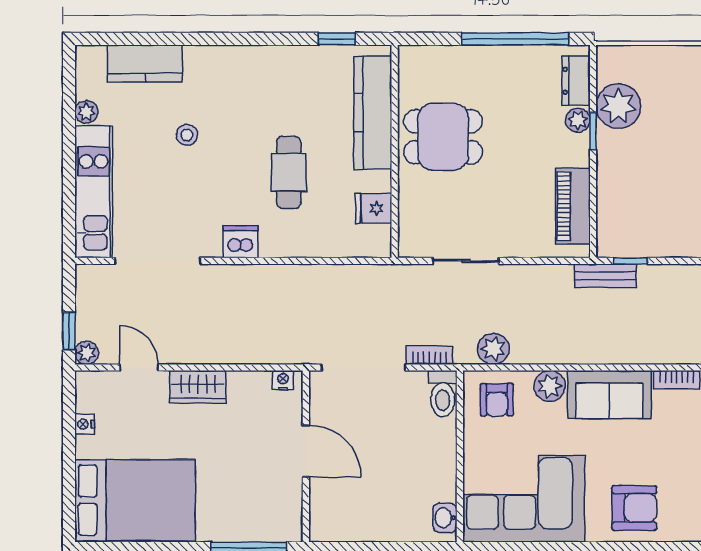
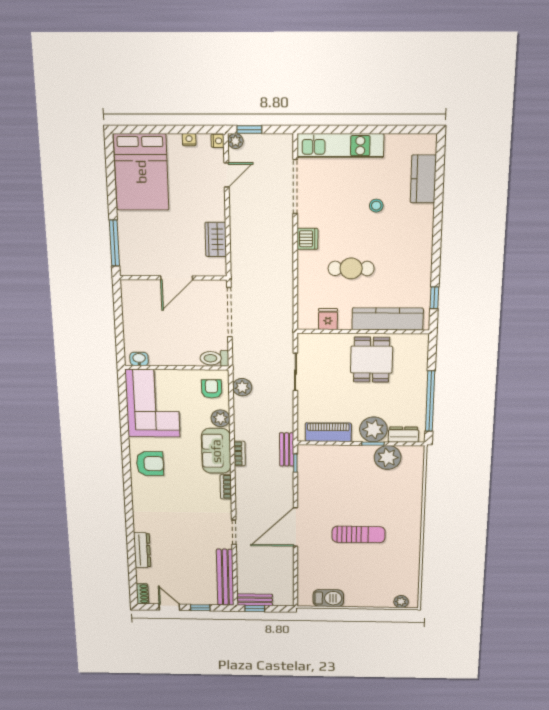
plant: (86, 112) -> (393, 141), removed
plant: (578, 120) -> (373, 429), width x1.88, depth x1.88
bookcase: (429, 355) -> (240, 453), moved
nightstand: (283, 380) -> (218, 141), moved
wardrobe: (198, 387) -> (216, 239), moved
armchair: (497, 400) -> (212, 389), turned 90
armchair: (634, 508) -> (150, 464), turned -90

